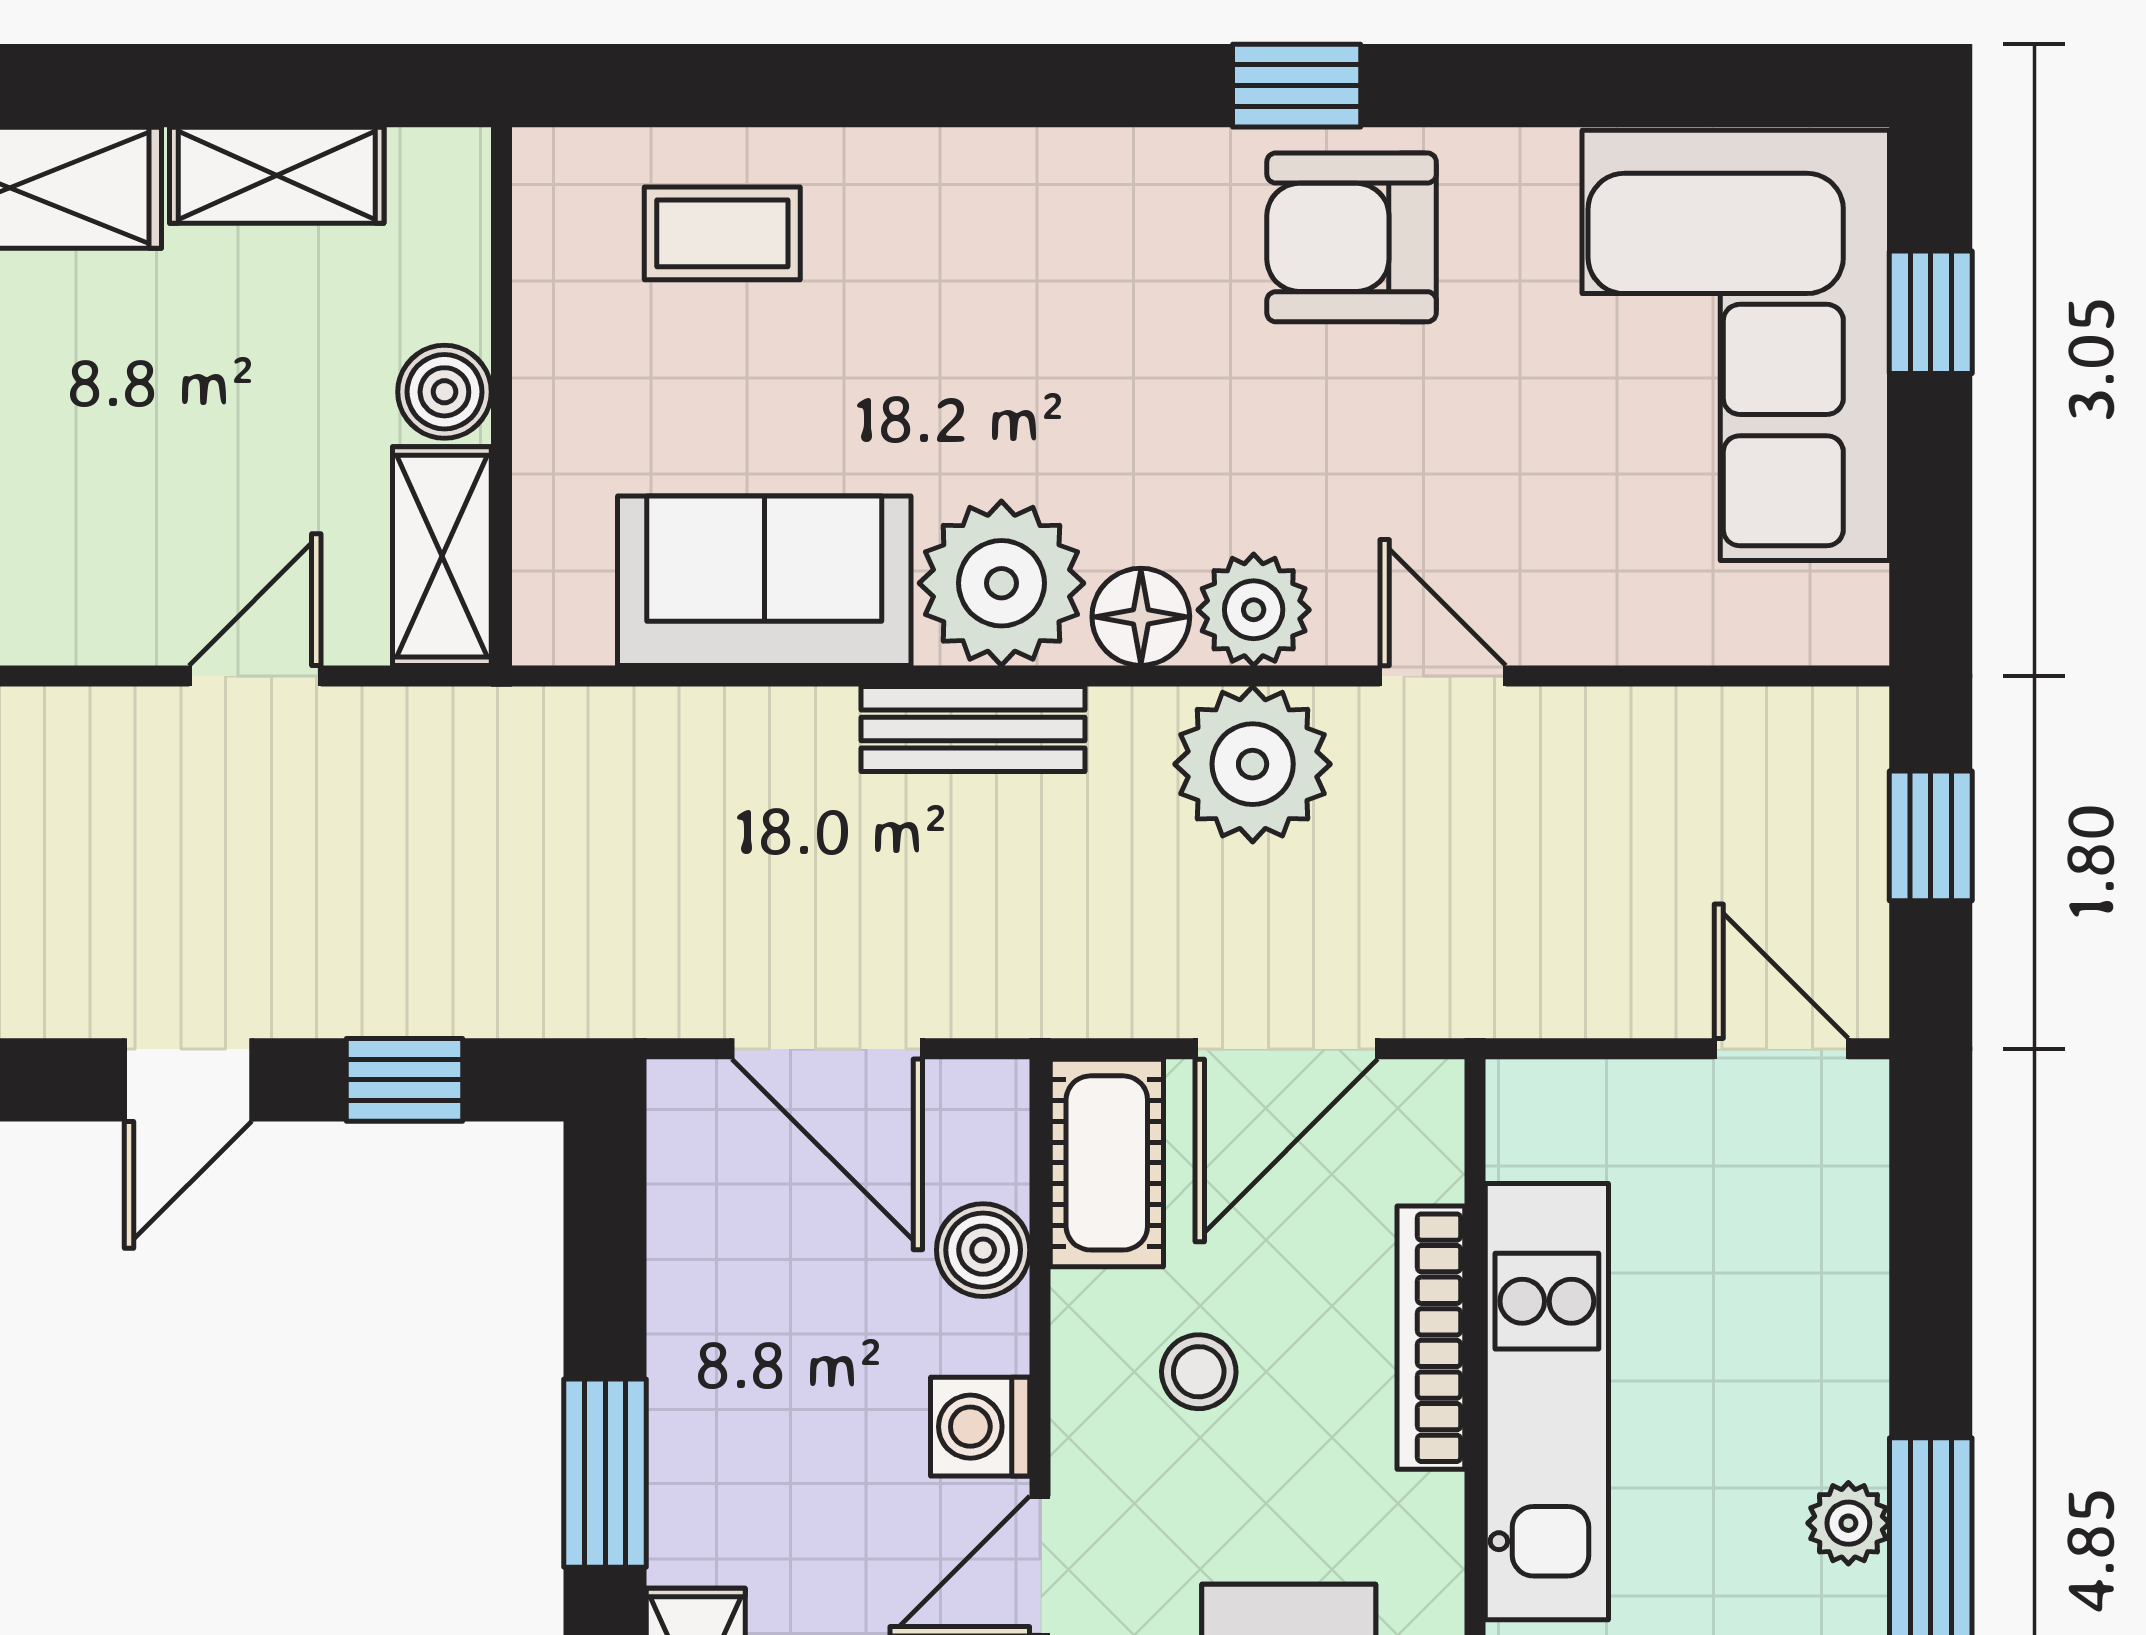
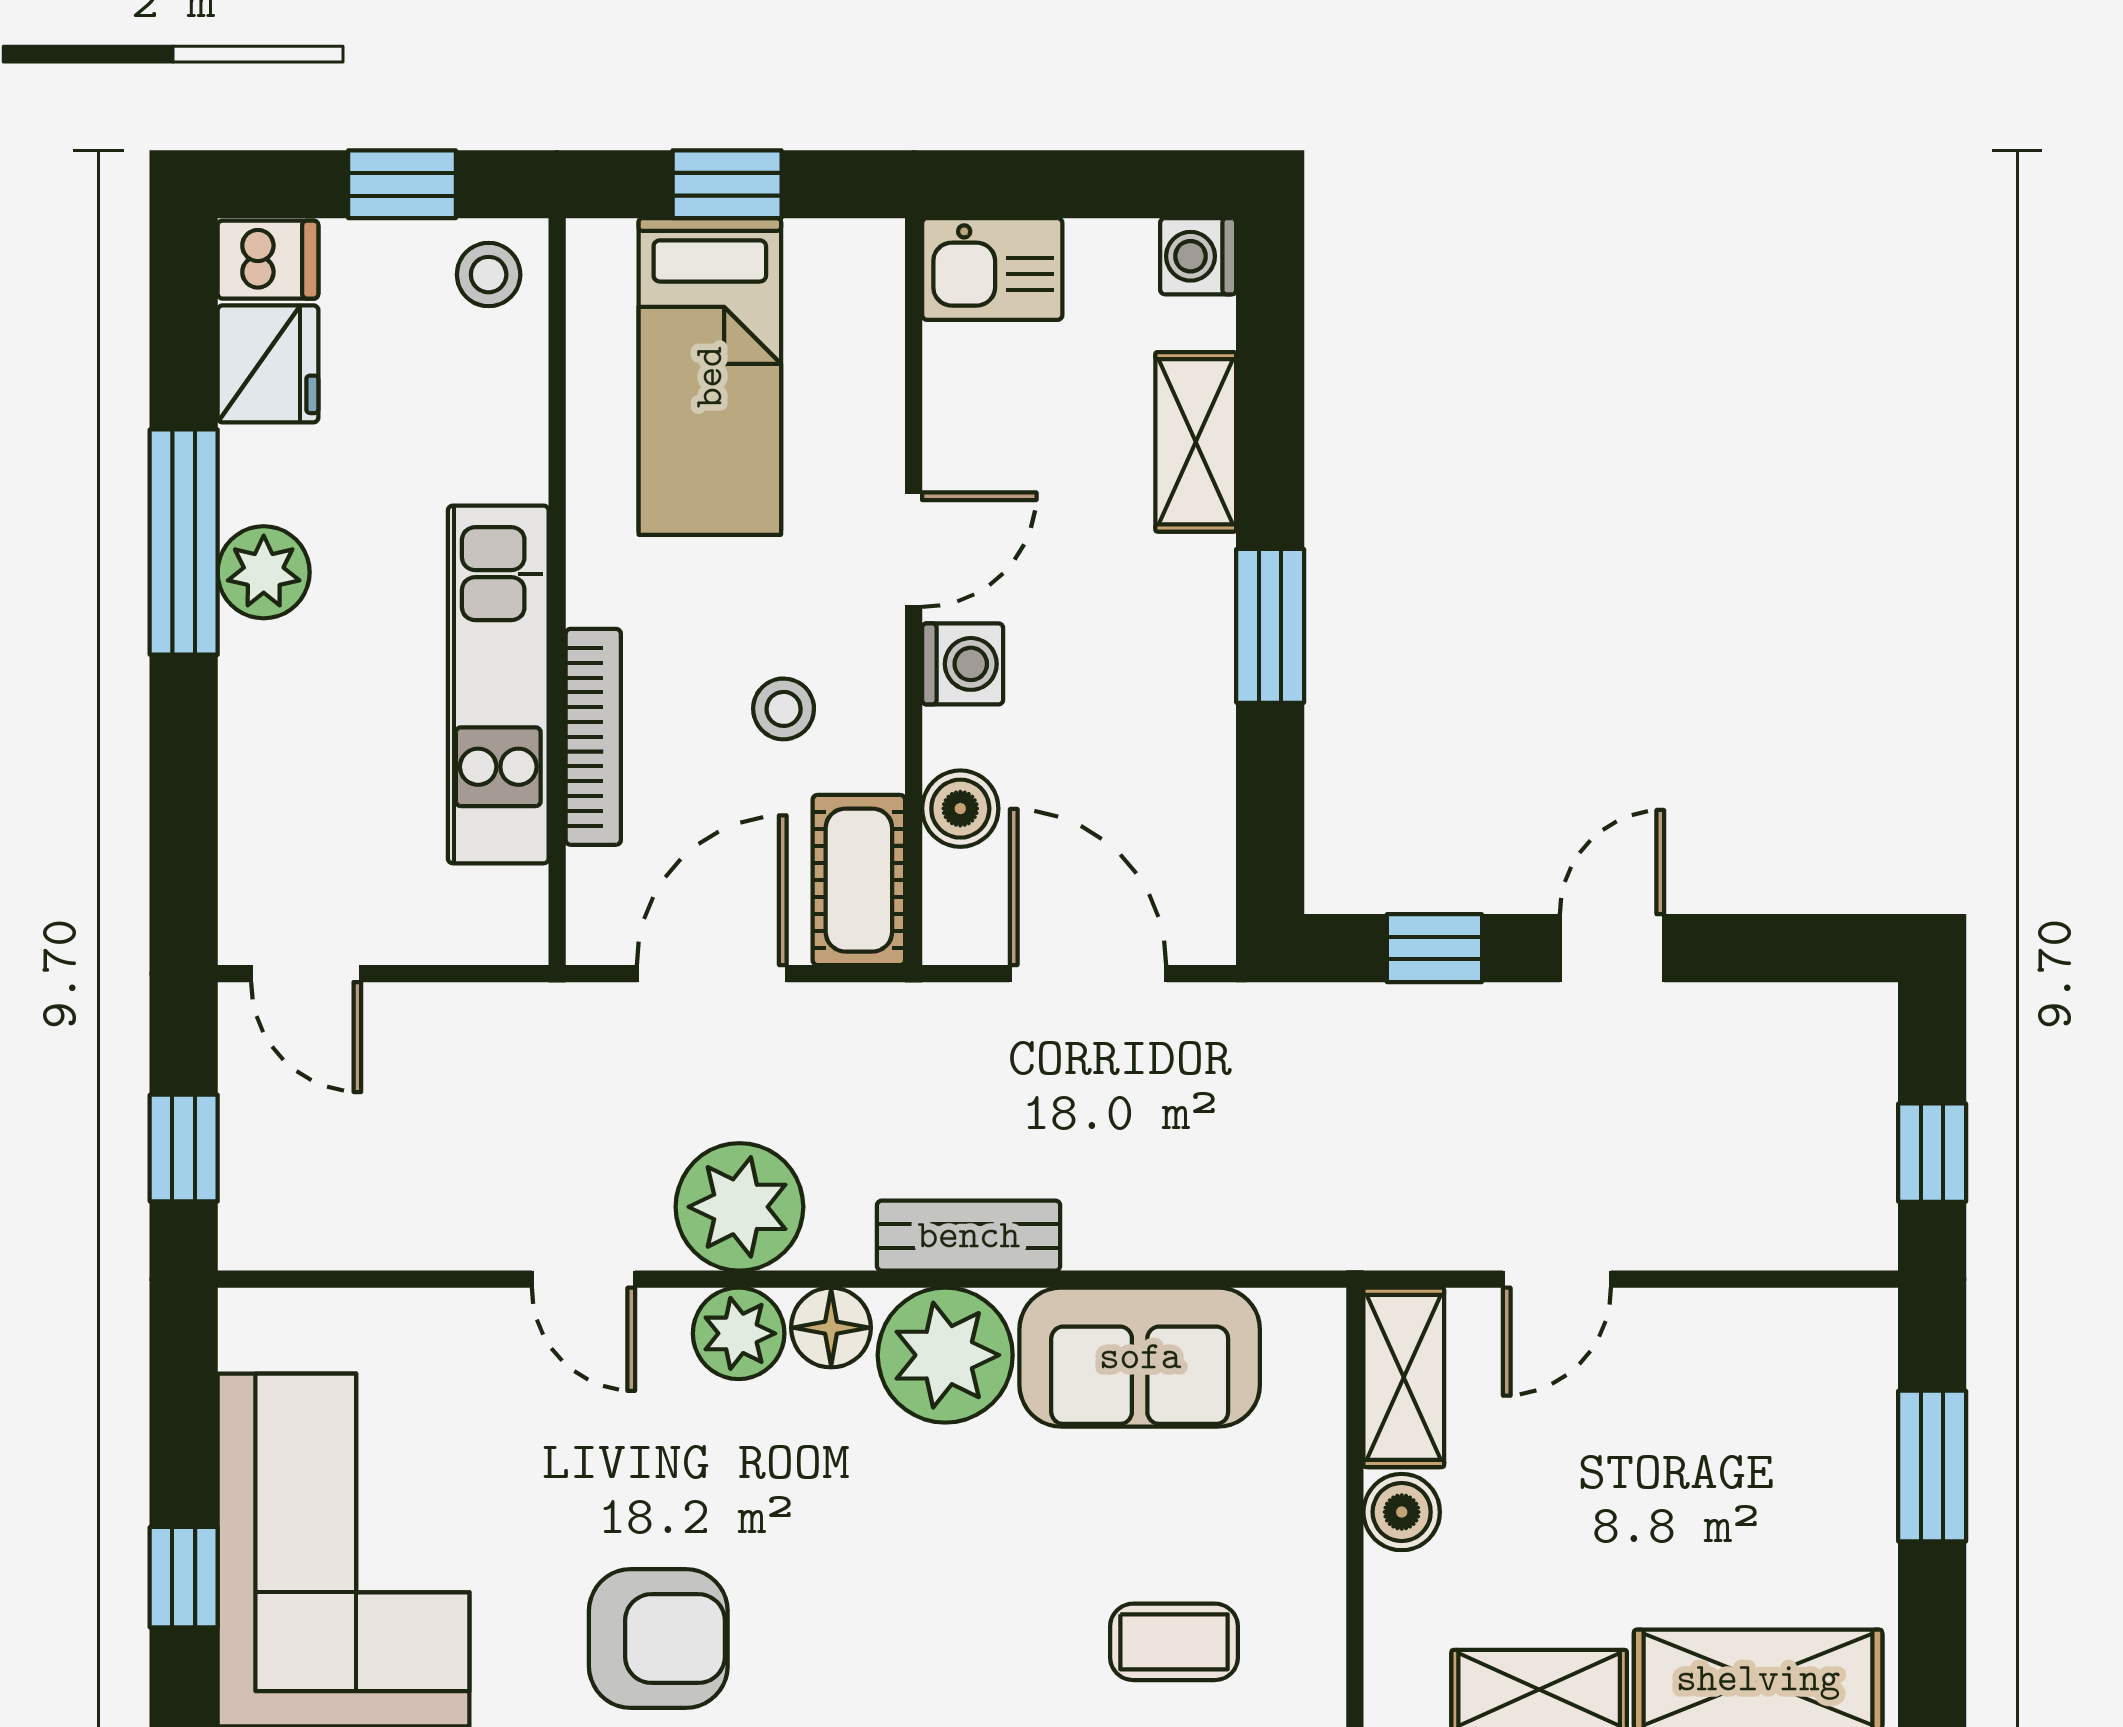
plant: (1848, 1523) -> (264, 572), width x1.38, depth x1.38

